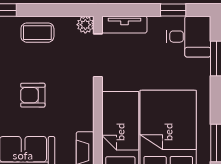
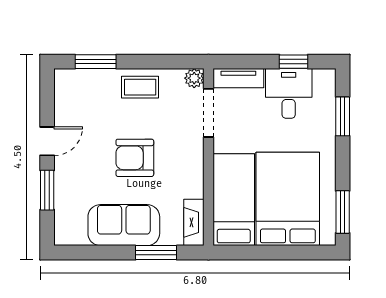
desk: (188, 37) -> (289, 93), moved, turned -90
armchair: (33, 95) -> (135, 158), width x1.38, depth x1.38

